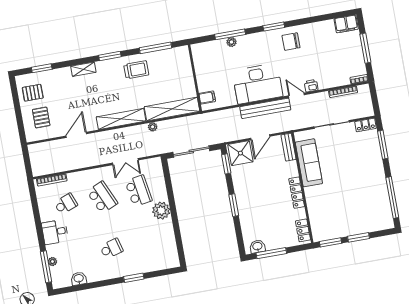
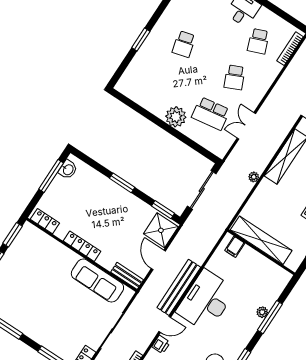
shelving: (172, 109) -> (261, 240), moved, turned 90
school desk: (102, 197) -> (235, 77), width x0.54

